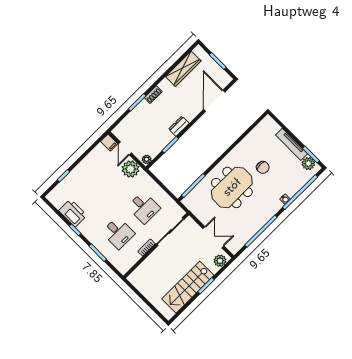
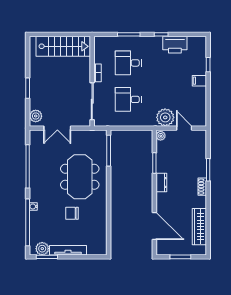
filing cabinet: (109, 143) -> (199, 81), moved
stairs: (188, 287) -> (63, 46), moved, turned 90

